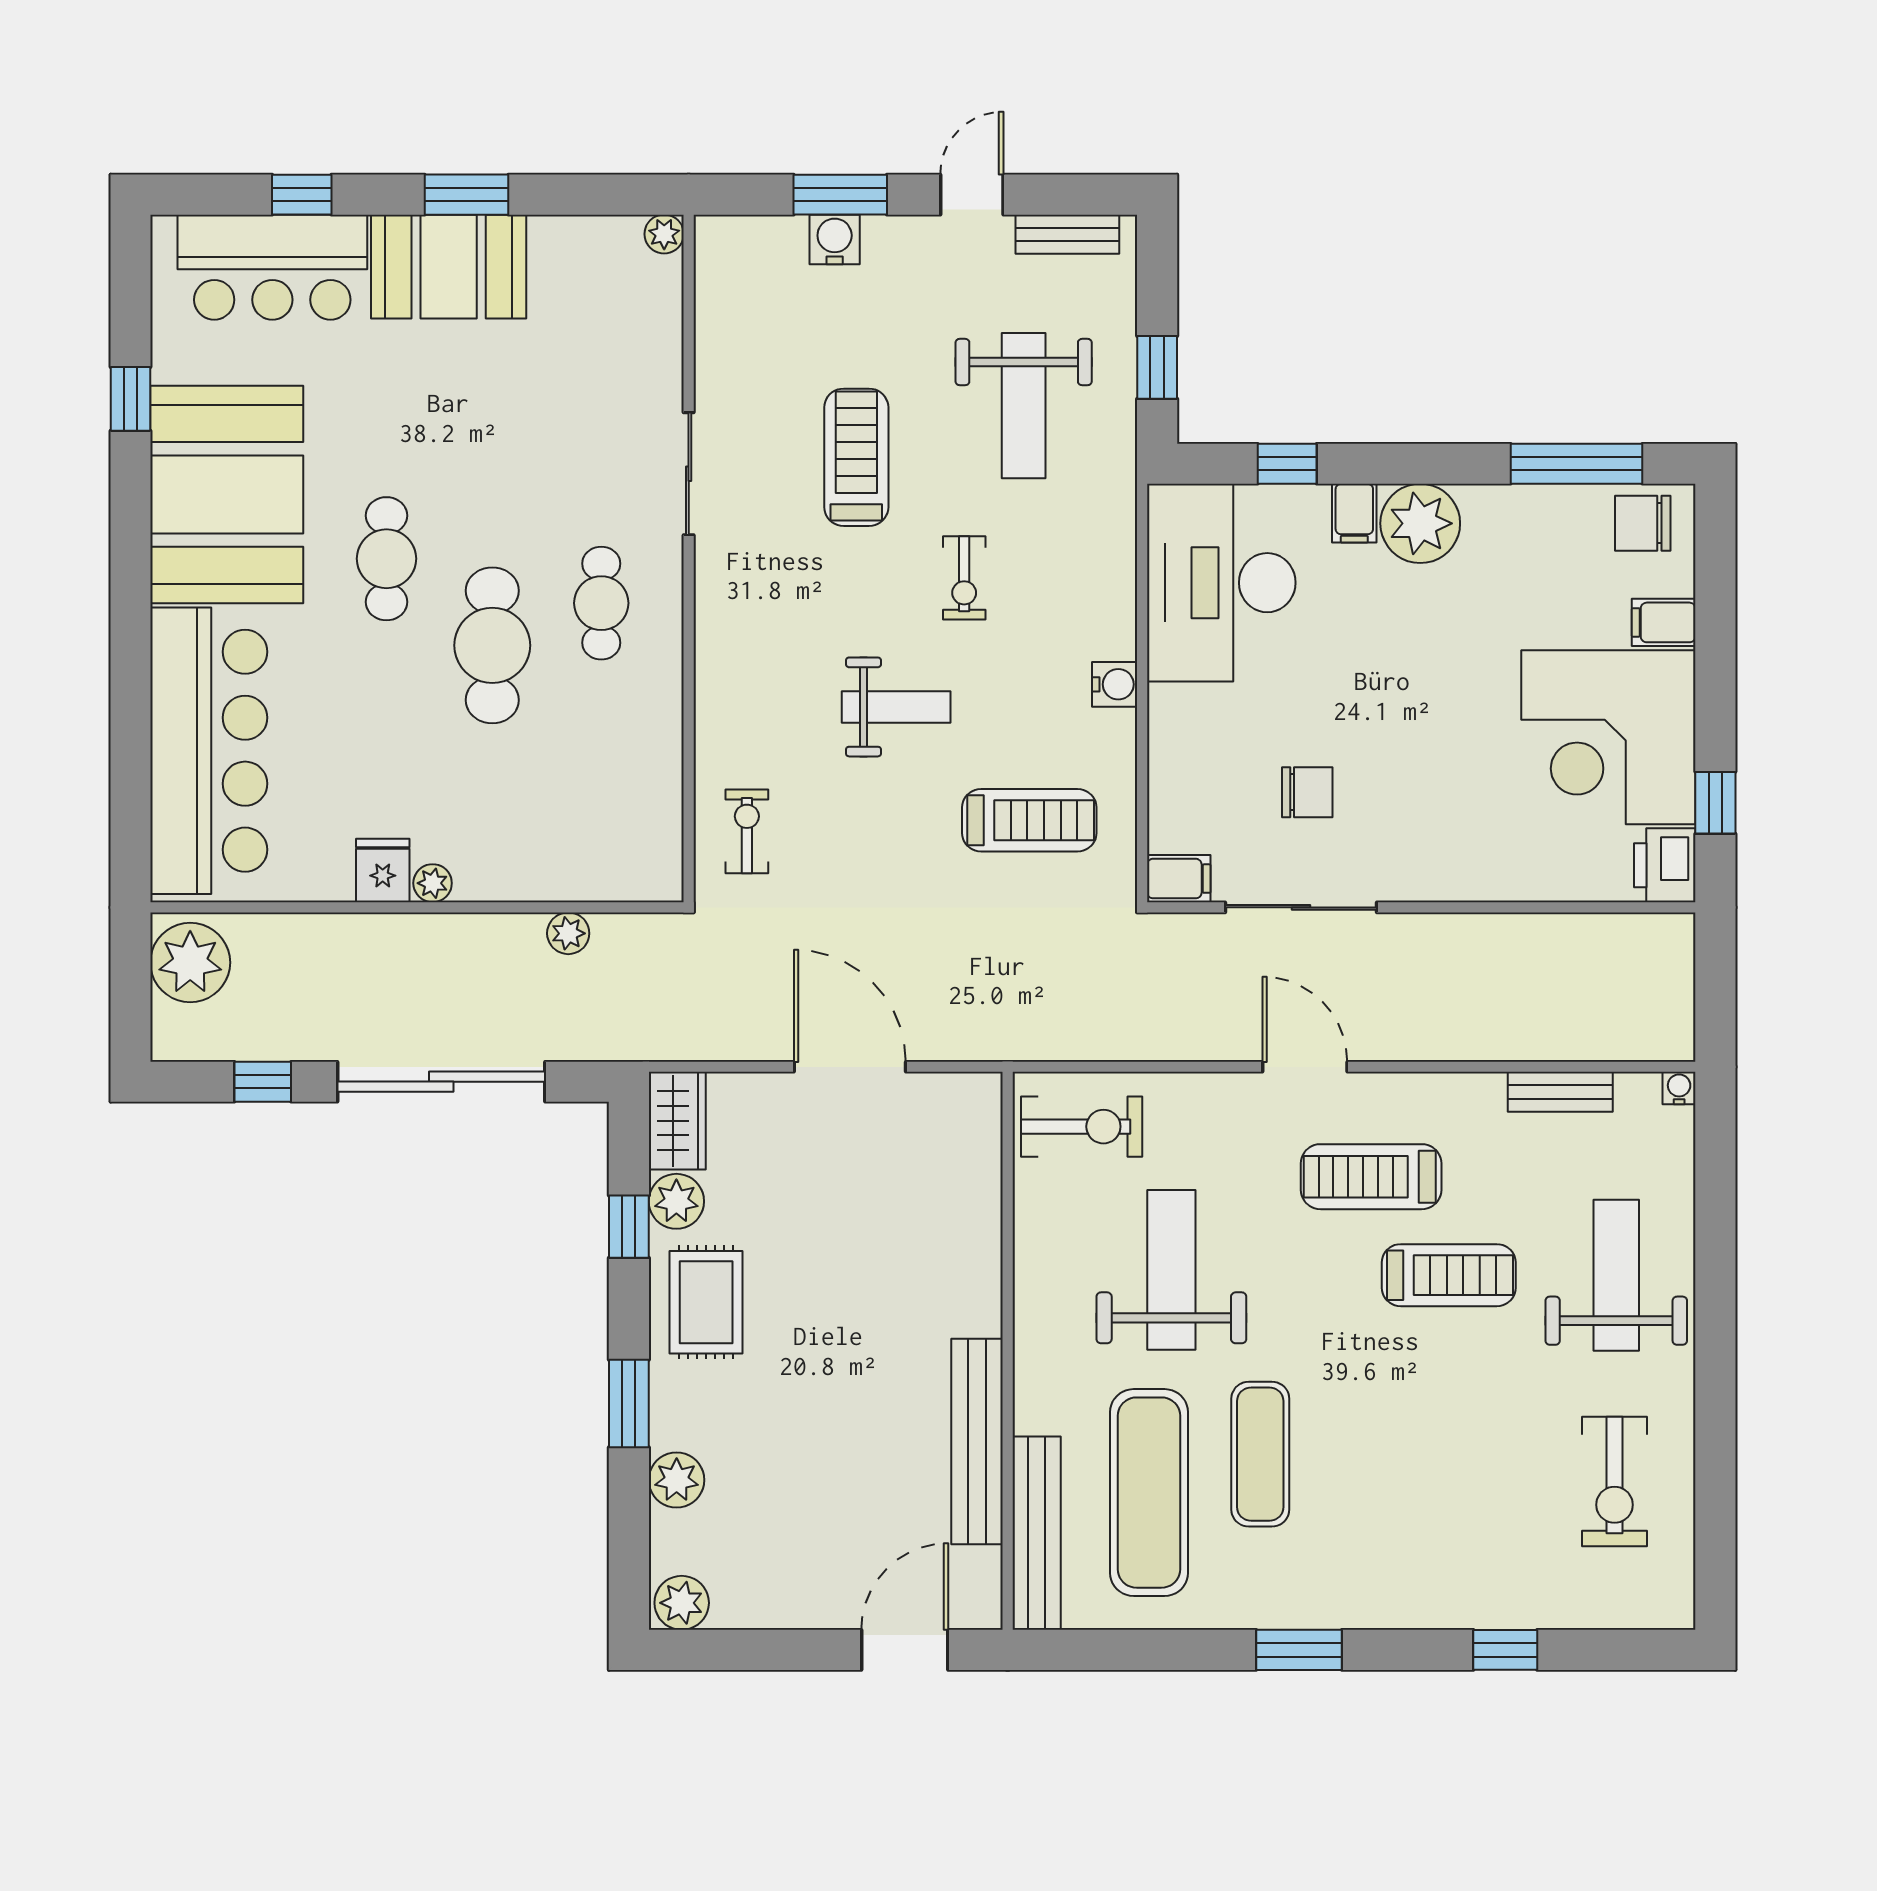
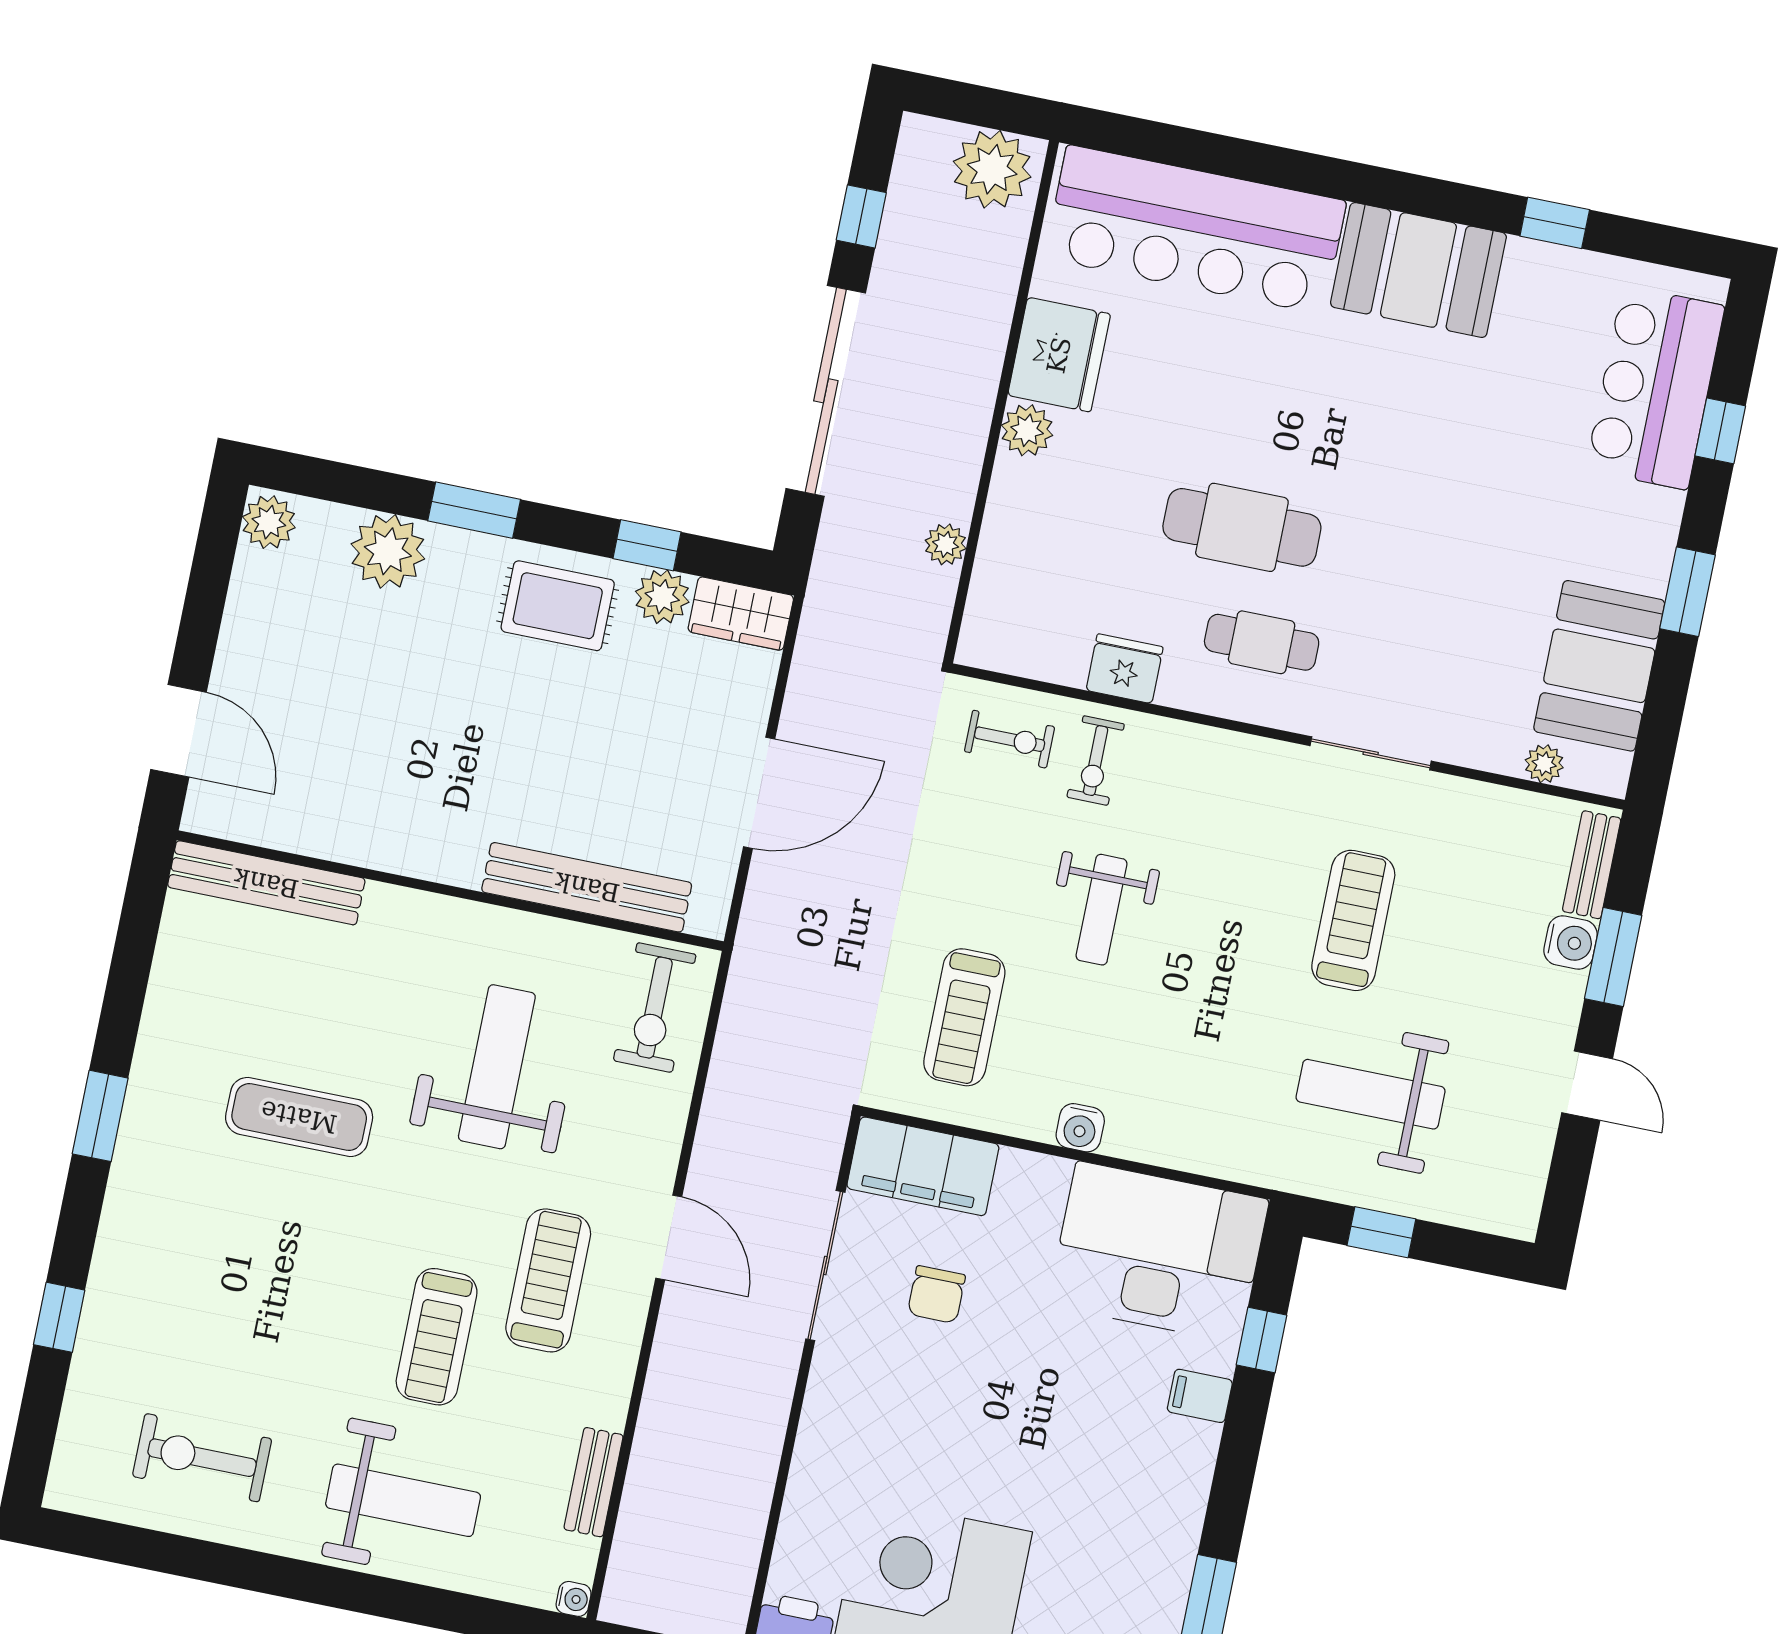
plant: (664, 234) -> (1544, 764), moved
bench: (1067, 234) -> (1592, 865), moved
booth: (449, 267) -> (1599, 666), moved
treadmill: (856, 457) -> (1353, 920), turned -90
booth: (227, 494) -> (1418, 270), width x0.73, depth x0.70
plant: (1420, 523) -> (1177, 1458), removed
cafe table: (386, 559) -> (1348, 441), removed
exercise bike: (964, 578) -> (1096, 761), moved, turned -90
fridge: (655, 732) -> (1125, 669), added
fridge: (383, 870) -> (1059, 355), width x1.88, depth x1.34
filing cabinet: (1179, 879) -> (923, 1166), width x3.00, depth x1.17
plant: (433, 883) -> (1027, 430), width x1.38, depth x1.38
door: (1305, 1067) -> (669, 1237), hinge flipped
weight bench: (1171, 1270) -> (497, 1067), turned -90
bench: (977, 1442) -> (587, 887), moved
plant: (677, 1480) -> (388, 551), width x1.36, depth x1.36
exercise mat: (1149, 1493) -> (284, 1001), removed

